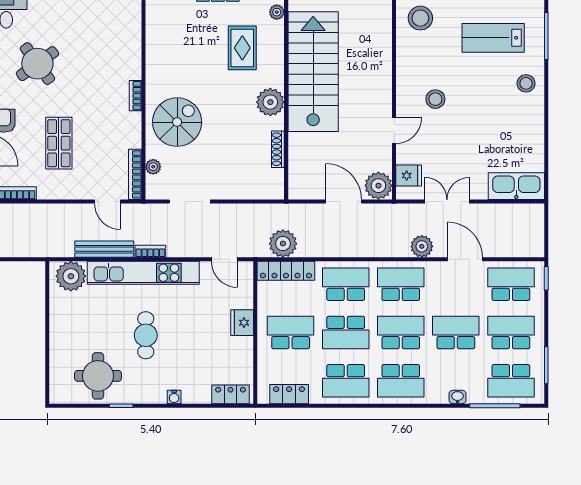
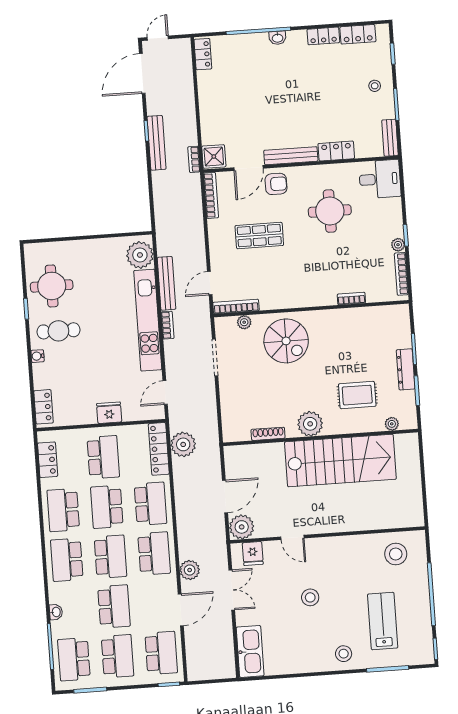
round table: (37, 64) -> (330, 211), turned 36
bookcase: (136, 96) -> (351, 299), moved
stool: (435, 99) -> (310, 597), moved
cafe table: (146, 335) -> (58, 331), moved

